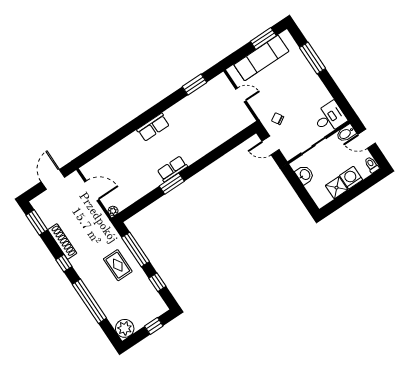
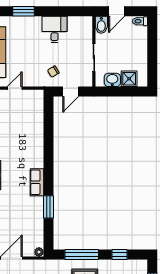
window: (313, 58) -> (23, 11), width x0.69
desk: (330, 118) -> (55, 29), moved
washing machine: (351, 178) -> (139, 44), removed
window: (172, 184) -> (48, 207), moved
shower: (337, 188) -> (129, 79), moved

